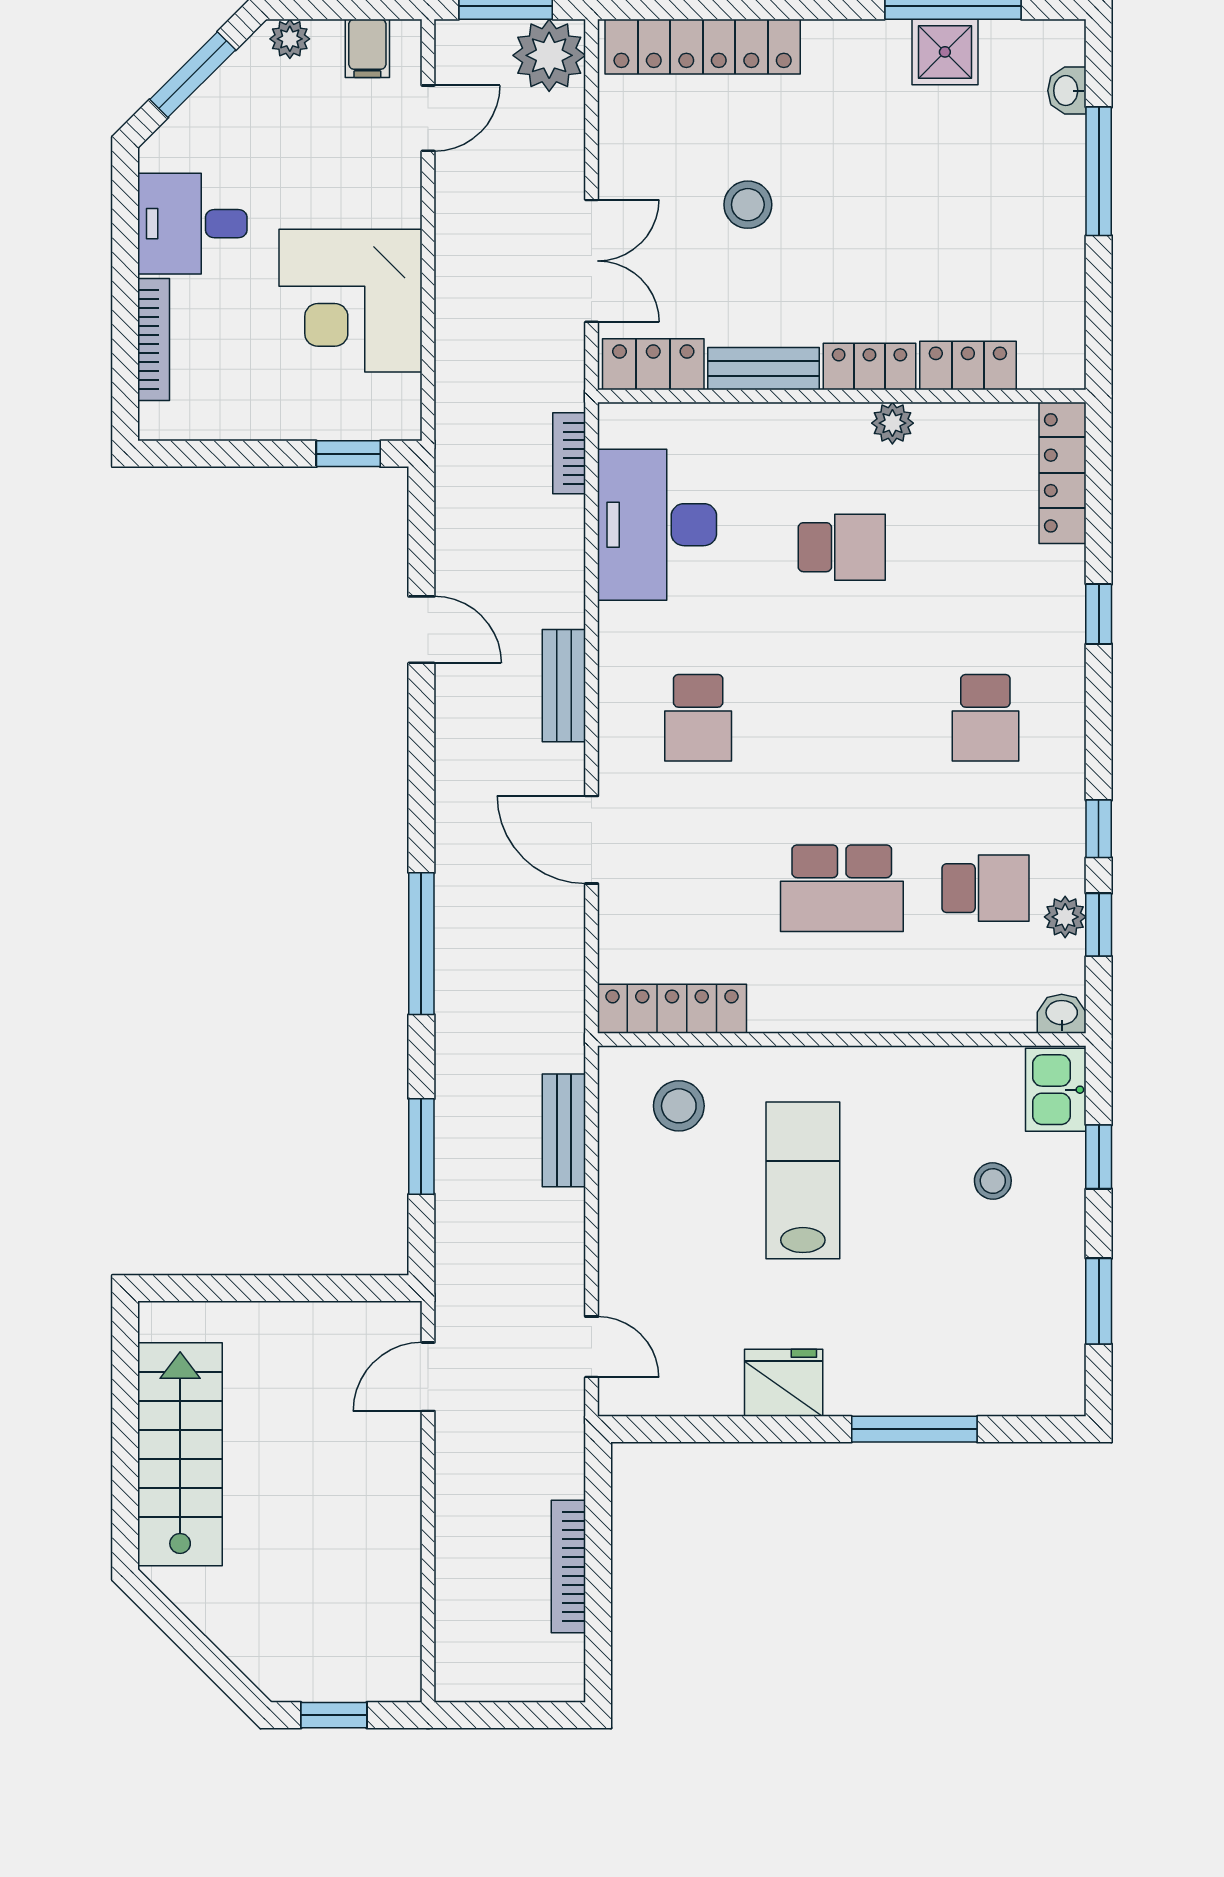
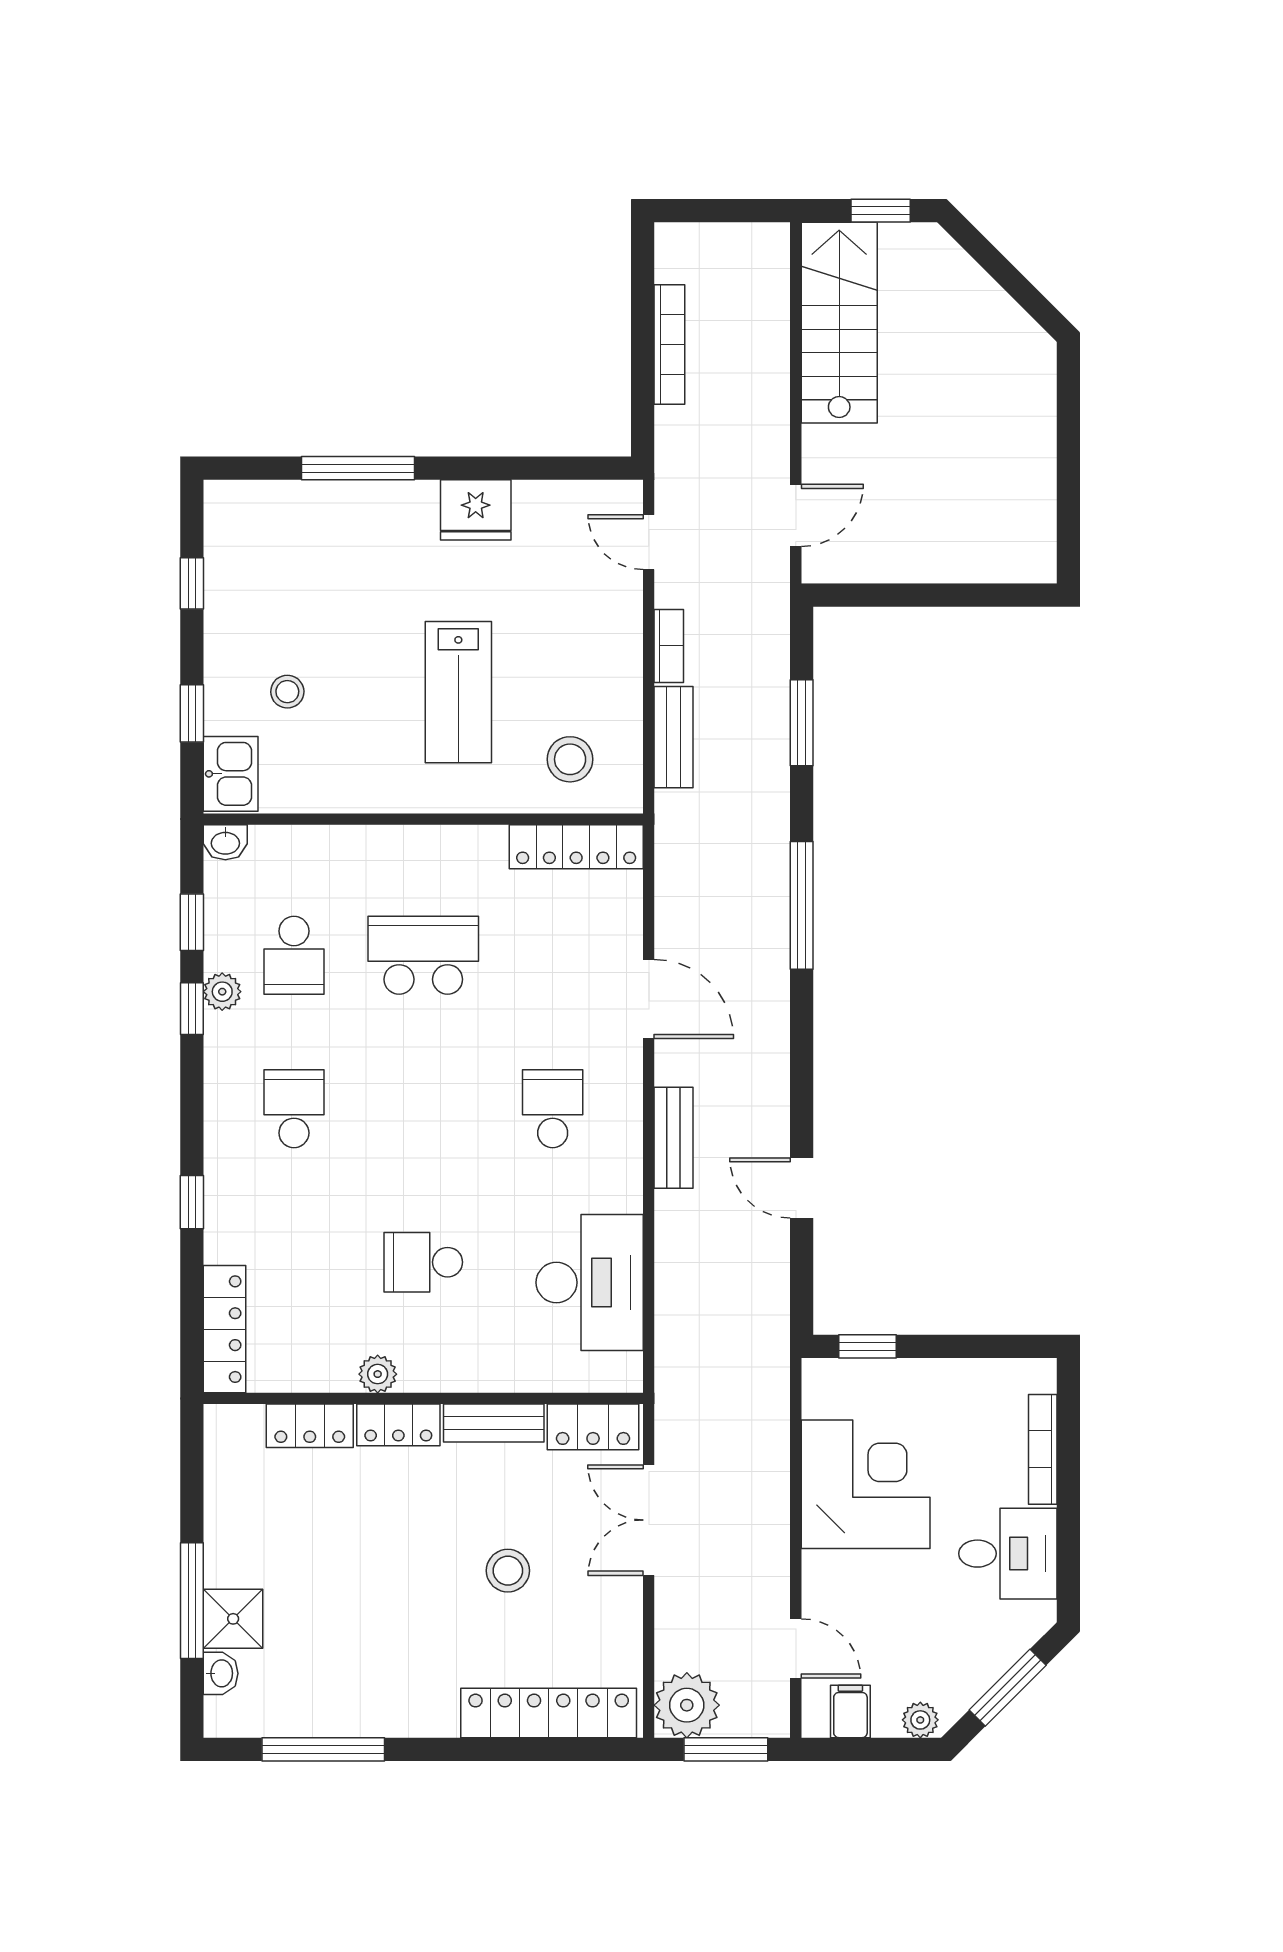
shower: (945, 52) -> (233, 1619), moved
door: (428, 118) -> (796, 1648), swing flipped
bookcase: (569, 453) -> (669, 646), moved
school desk: (985, 888) -> (294, 955), turned -90
plant: (1065, 917) -> (222, 992), moved
window: (1099, 1301) -> (192, 583), width x0.67
stairs: (180, 1454) -> (839, 323), moved, turned 180

